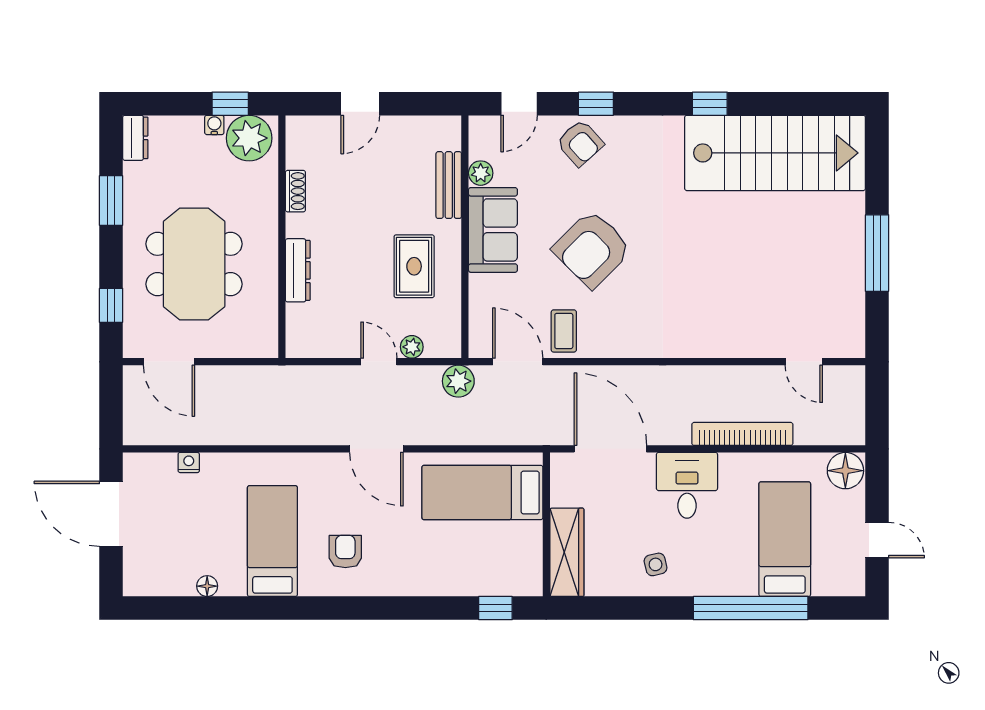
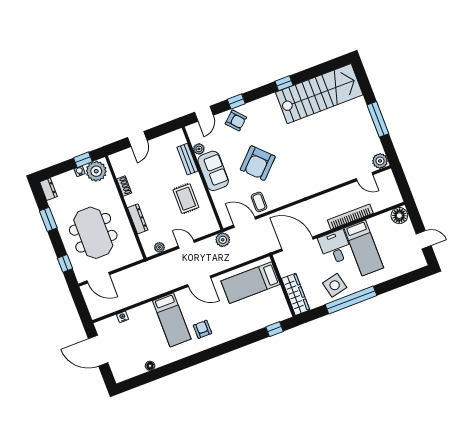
plant: (848, 341) -> (380, 161), added
plant: (412, 347) -> (159, 247), moved
bed: (785, 539) -> (364, 248), moved, turned 180
bed: (272, 541) -> (172, 320), moved, turned 180
side table: (656, 564) -> (335, 285), width x1.87, depth x1.87
window: (751, 608) -> (351, 300), moved

